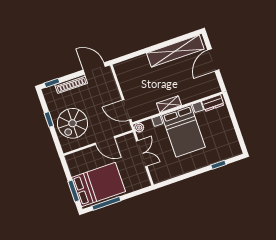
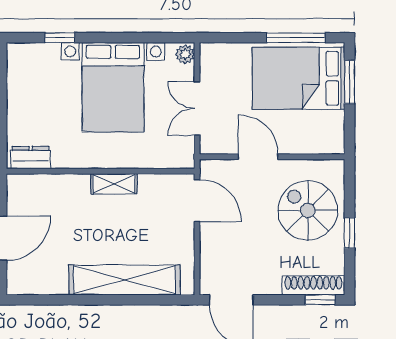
shelving: (175, 51) -> (124, 280), moved
shoe rack: (71, 84) -> (313, 285), moved
spiral stairs: (72, 123) -> (308, 210), turned -90
plant: (139, 128) -> (185, 54), moved
bed with nightstands: (183, 131) -> (113, 87), moved, turned 180

